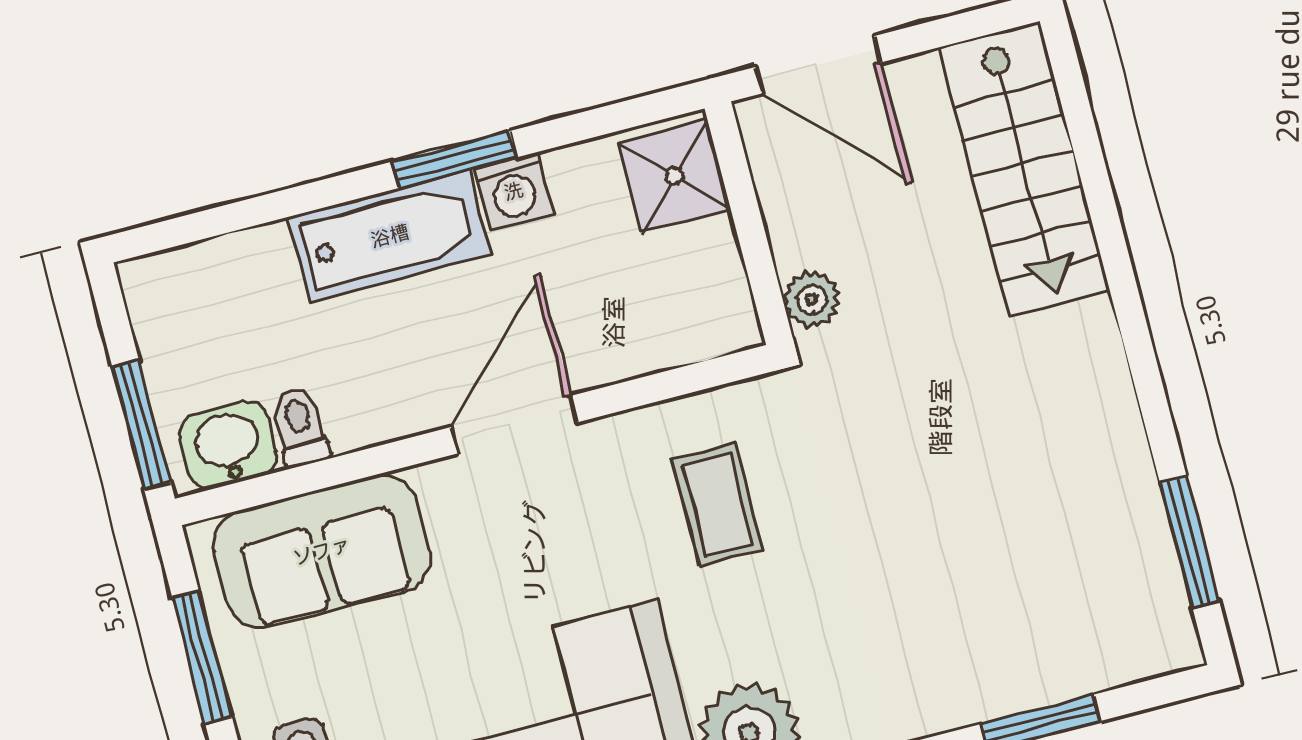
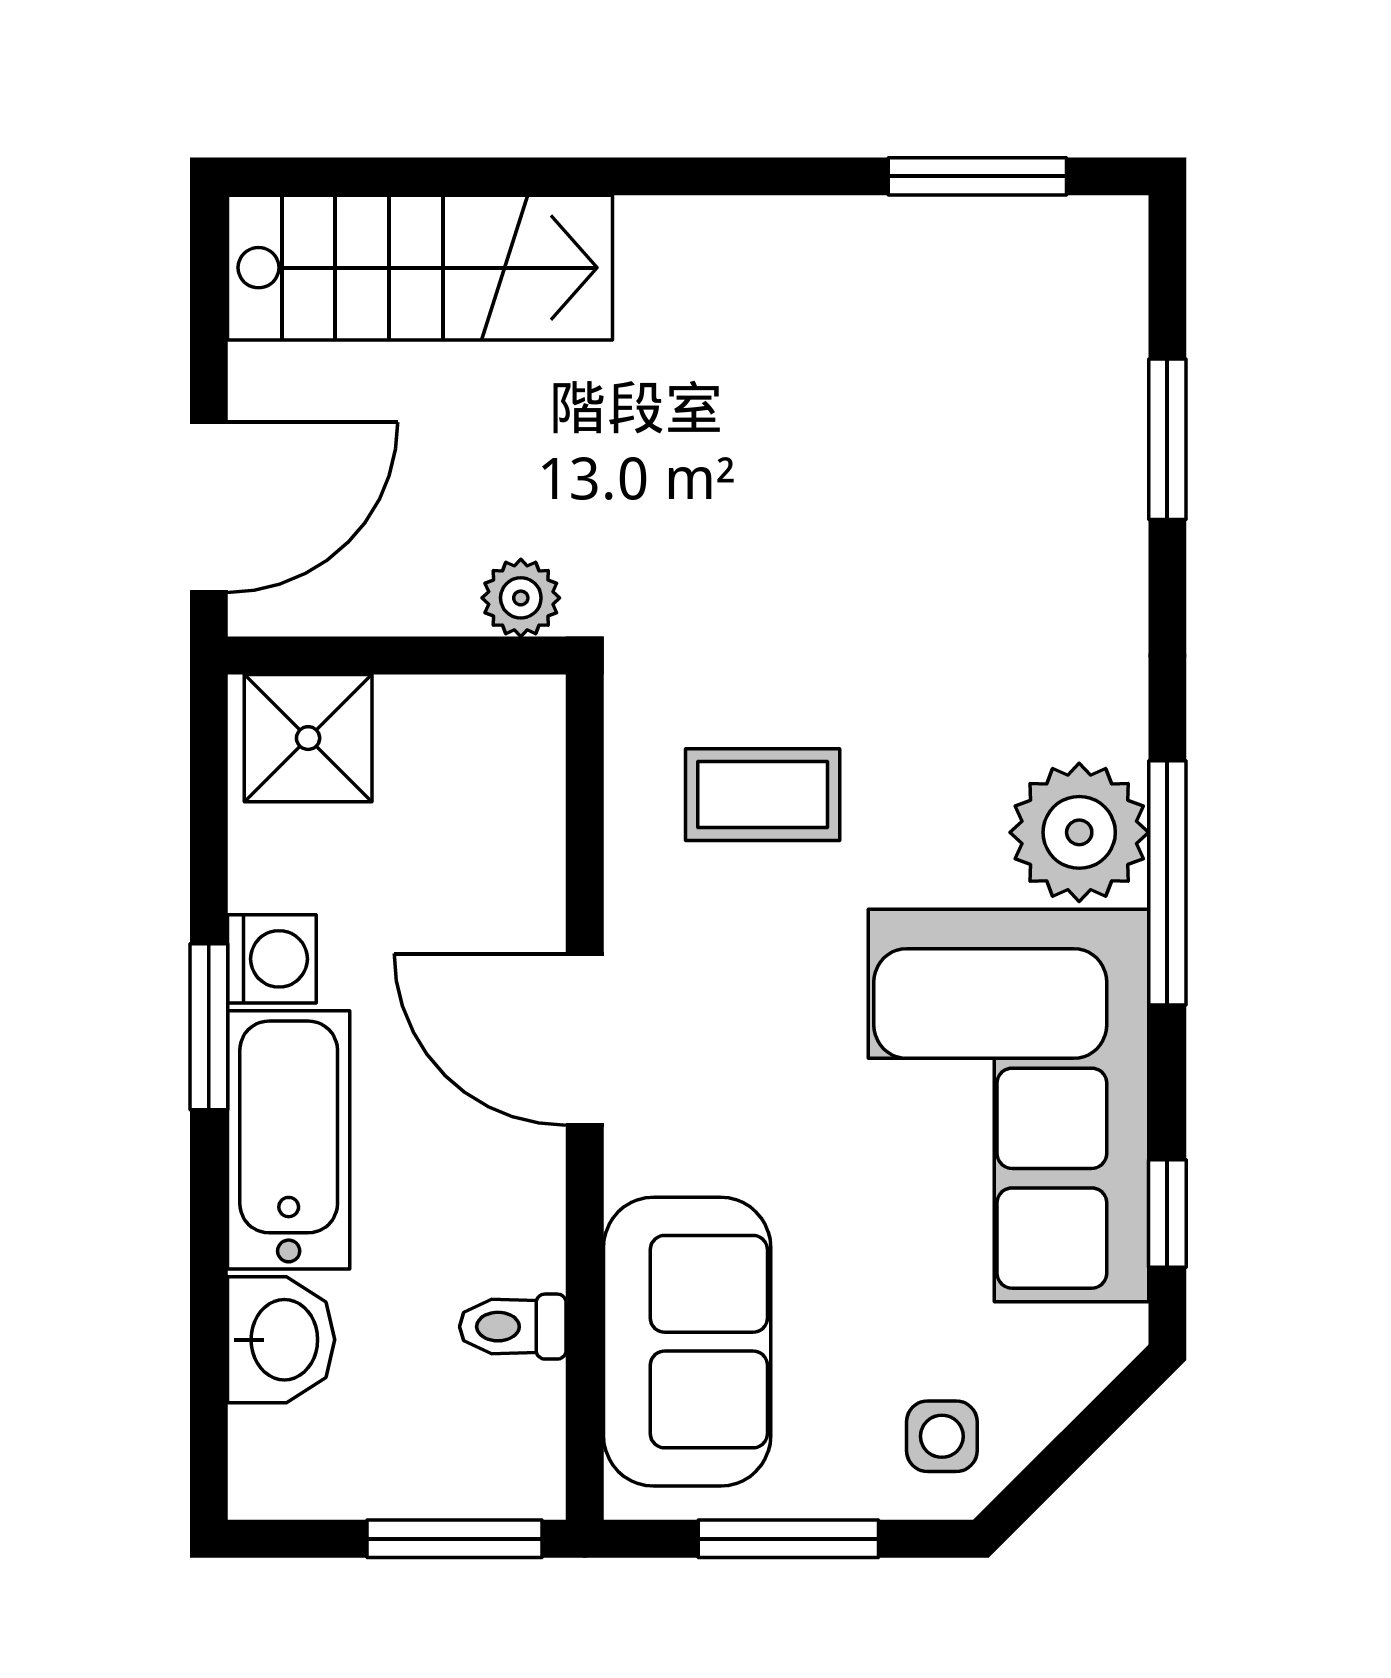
washbasin: (228, 445) -> (281, 1340), moved, turned 180

